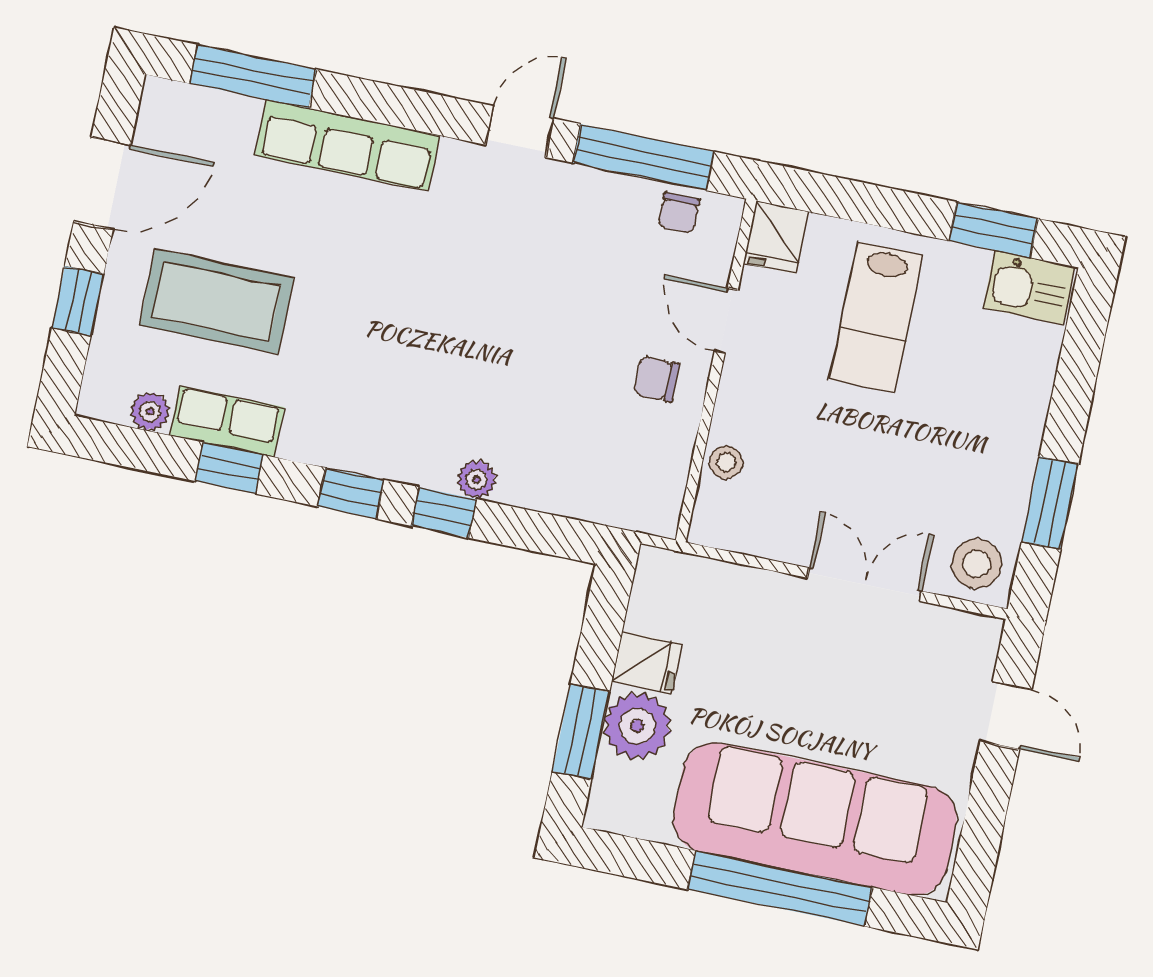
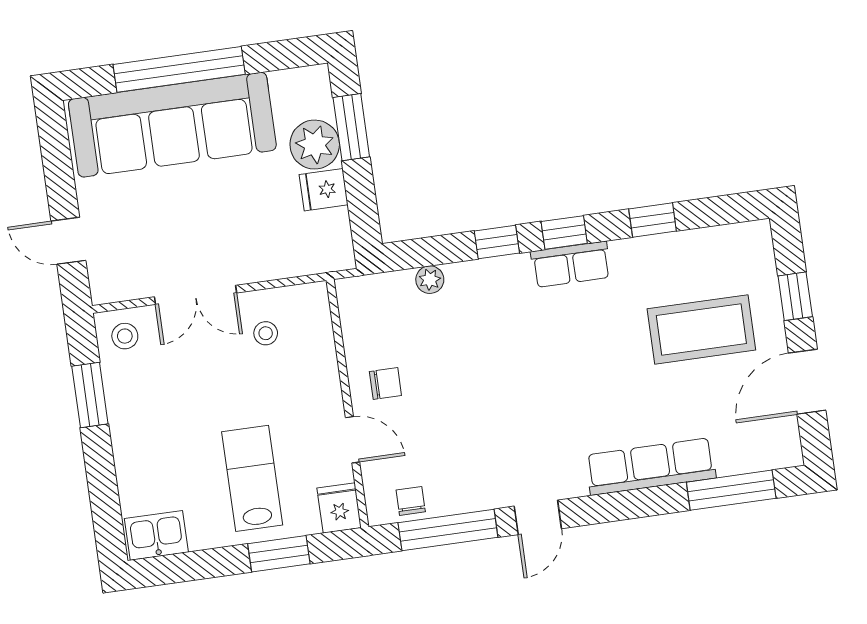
window: (993, 230) -> (279, 554), moved
plant: (150, 412) -> (720, 239), removed
row of seats: (227, 421) -> (571, 264), moved
stool: (726, 462) -> (266, 333), moved
plant: (477, 479) -> (430, 280), moved
stool: (977, 564) -> (125, 336), width x0.73, depth x0.73

